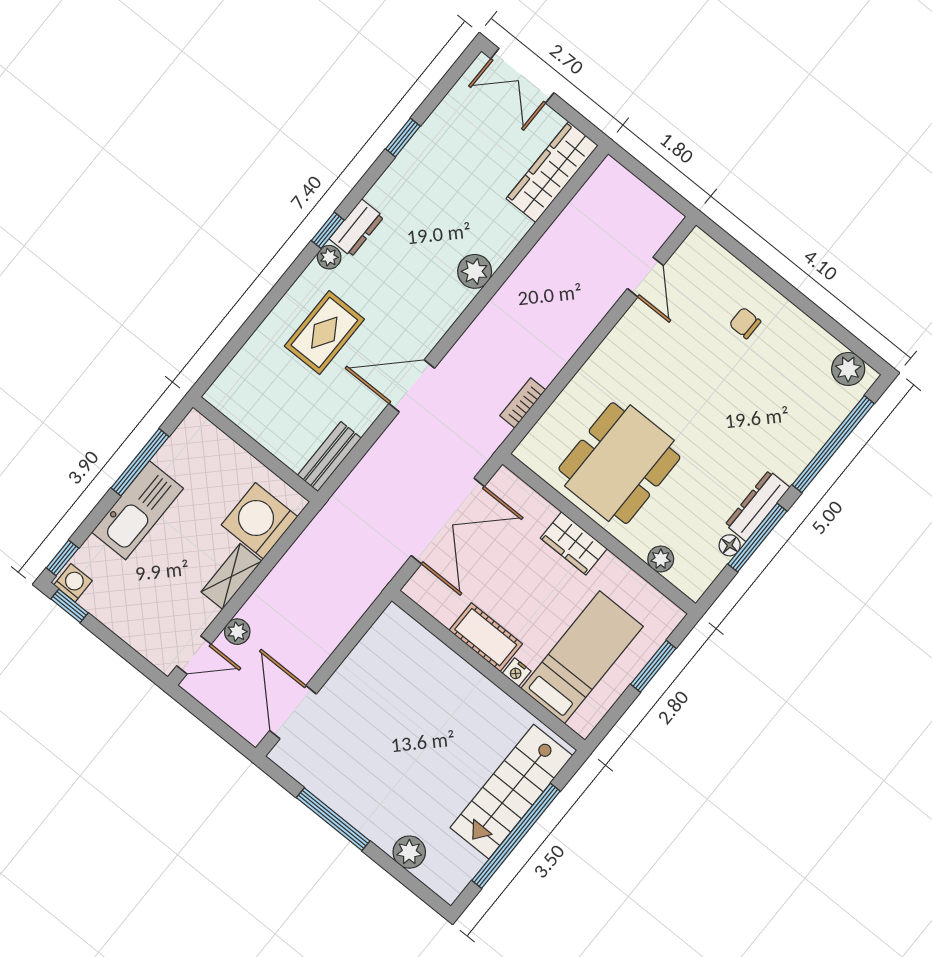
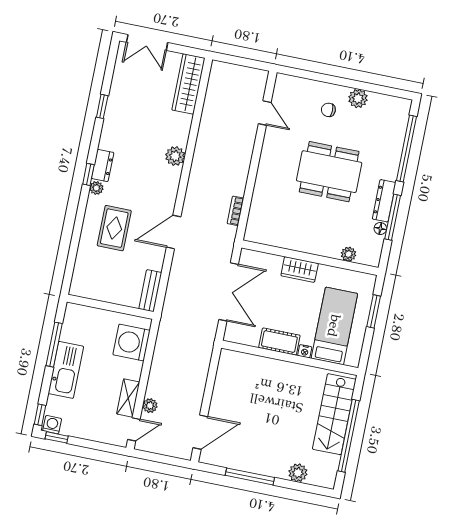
plant: (848, 369) -> (358, 98), moved
dining table: (619, 463) -> (329, 172), moved, turned 90
shelving: (231, 576) -> (128, 398), moved
door: (293, 712) -> (200, 432), swing flipped

